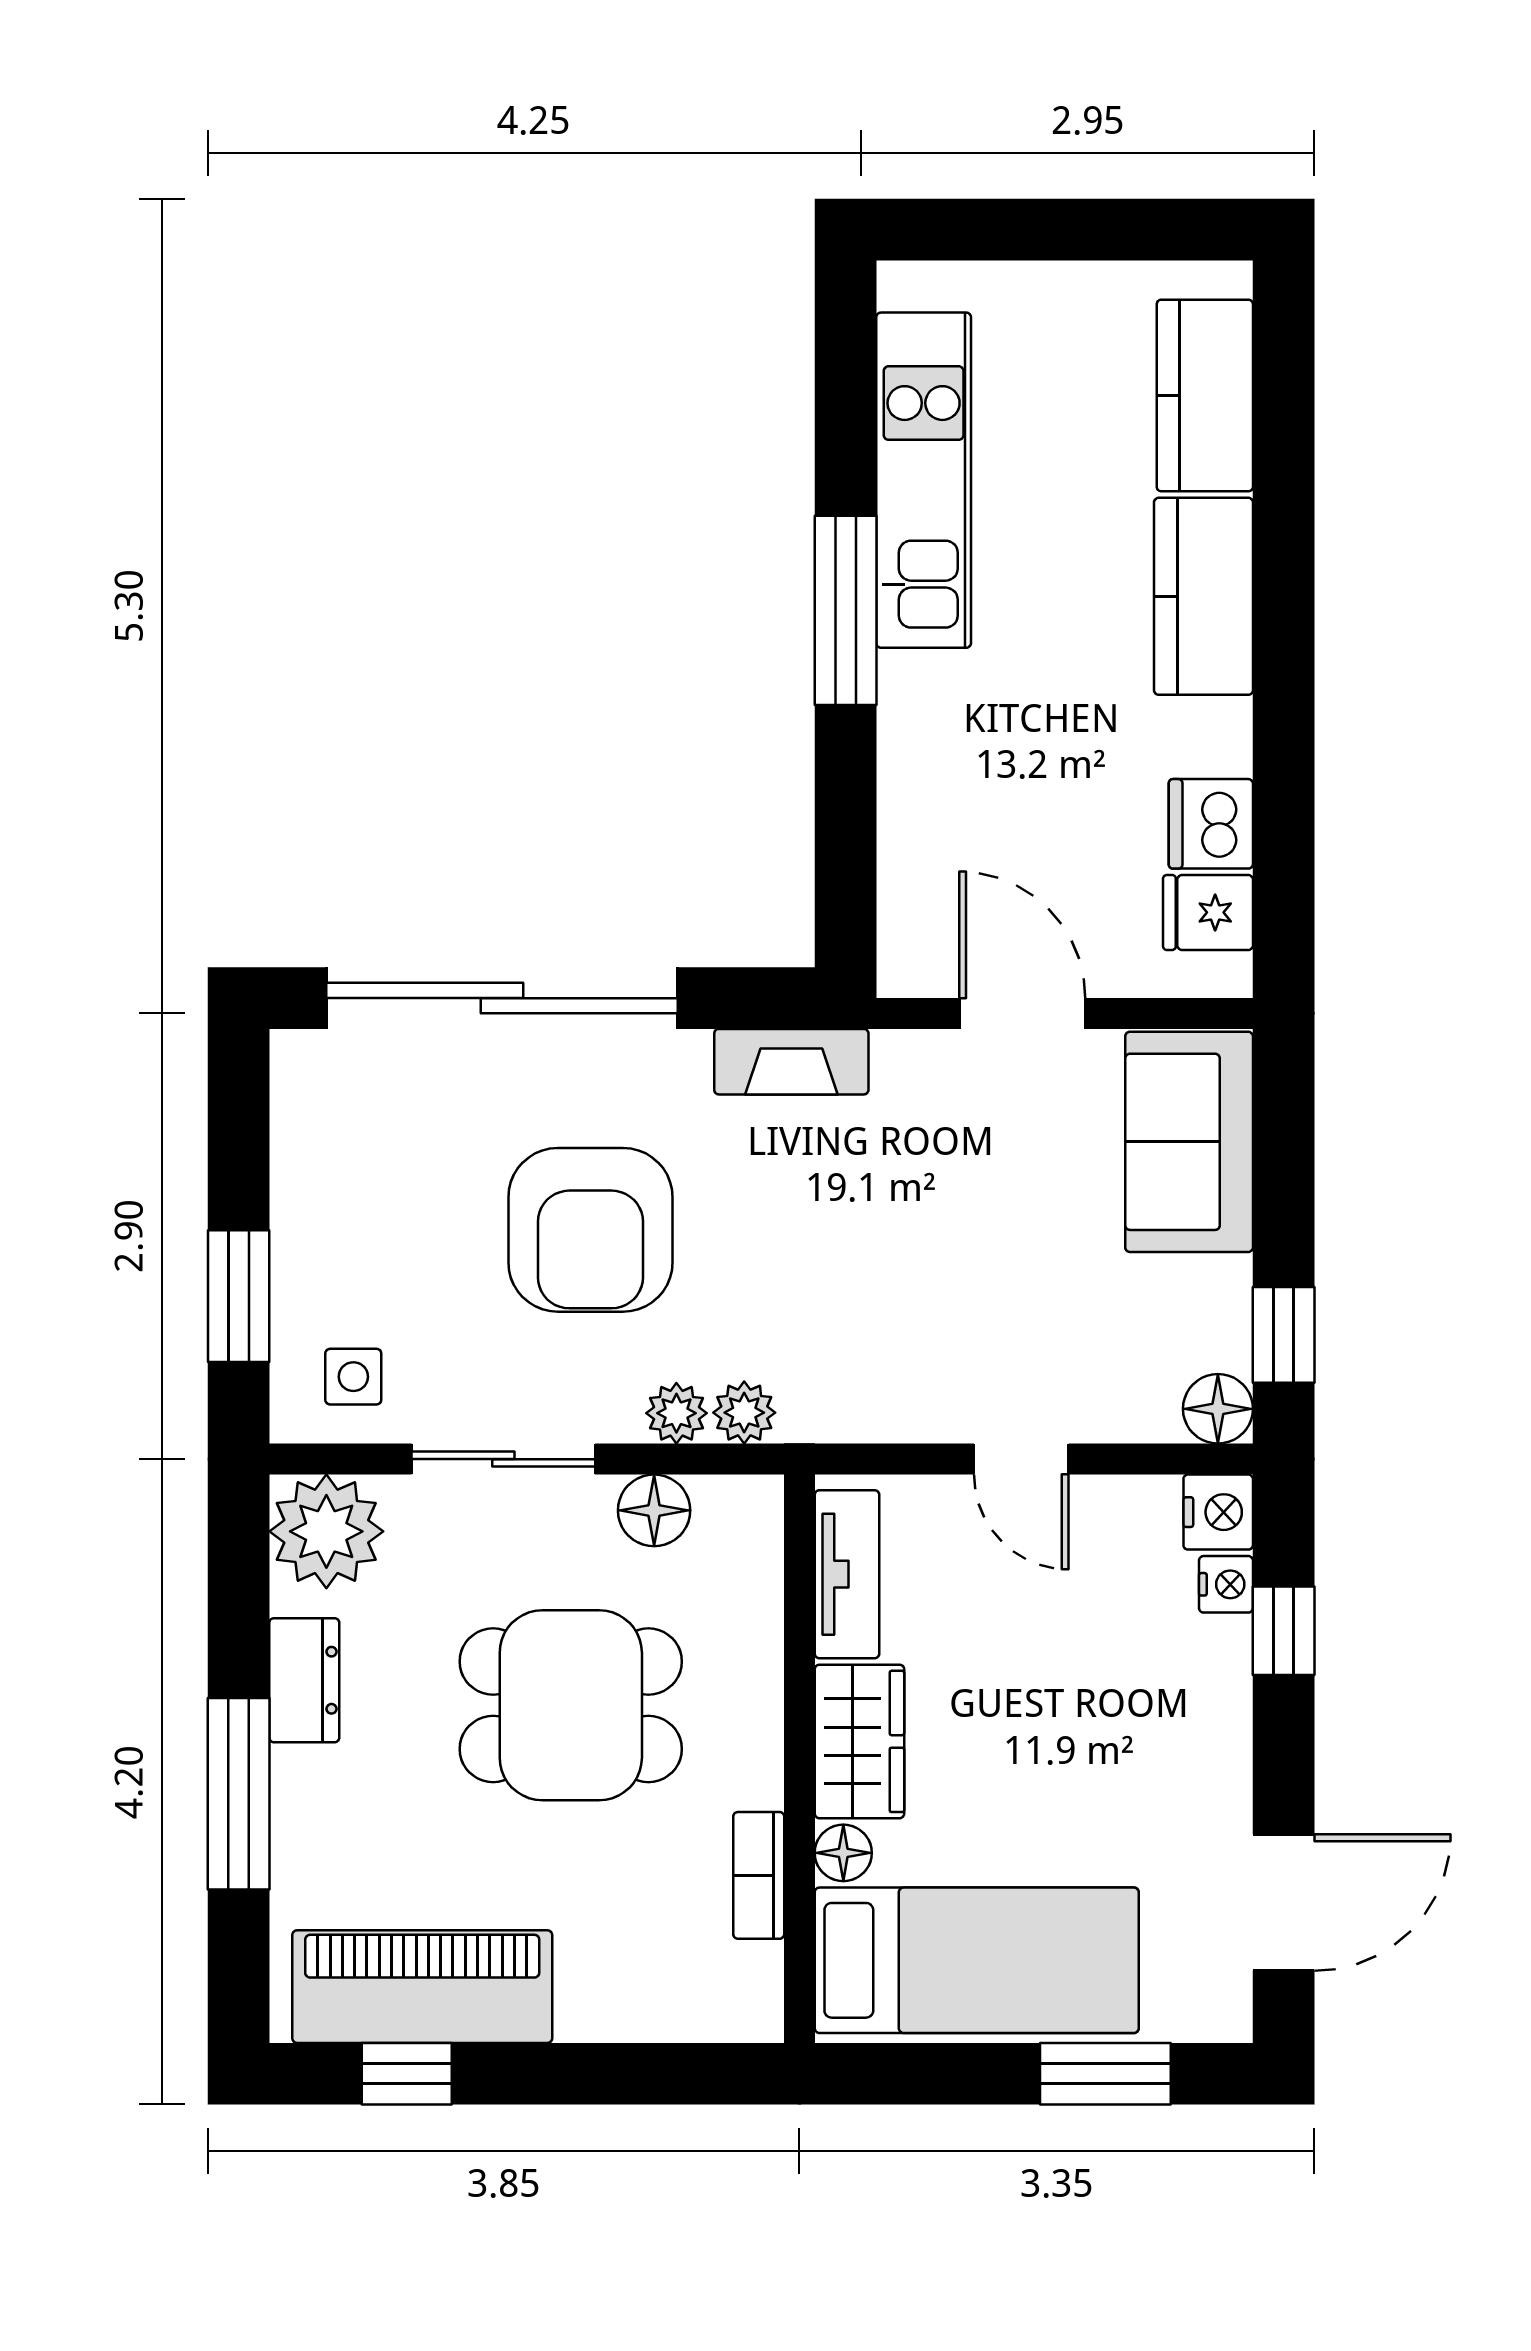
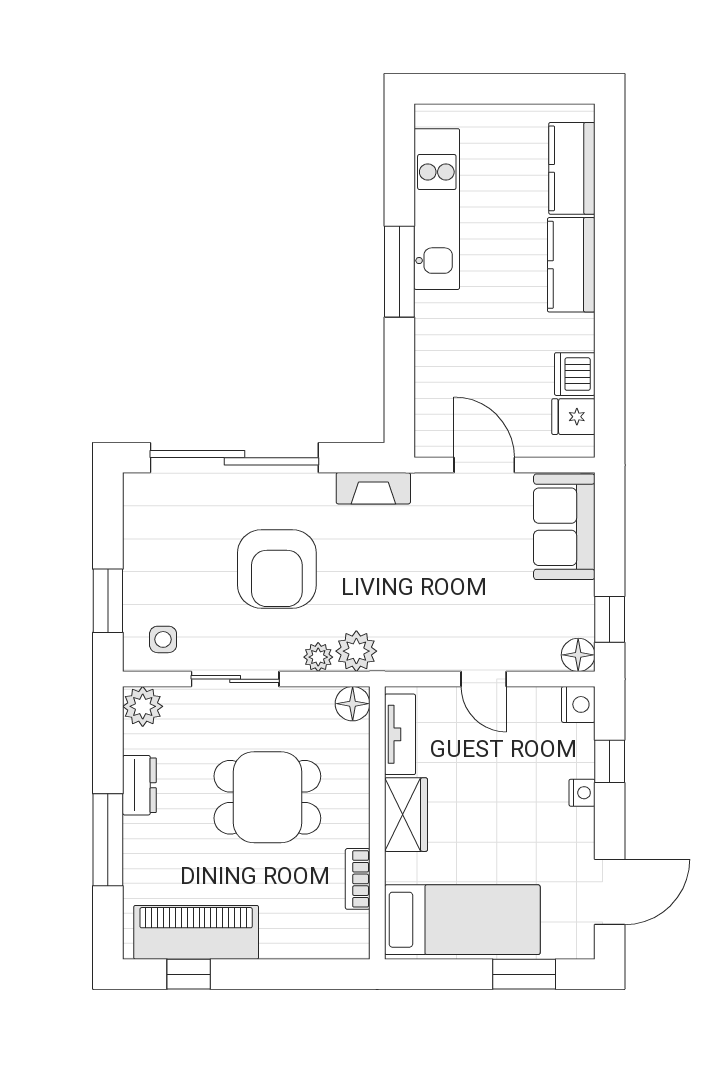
plant: (744, 1413) -> (356, 651), width x1.38, depth x1.38
floor lamp: (654, 1510) -> (353, 704), moved
plant: (326, 1531) -> (143, 706), width x0.73, depth x0.73
nightstand: (1226, 1584) -> (582, 793), moved
floor lamp: (843, 1853) -> (398, 868), removed

